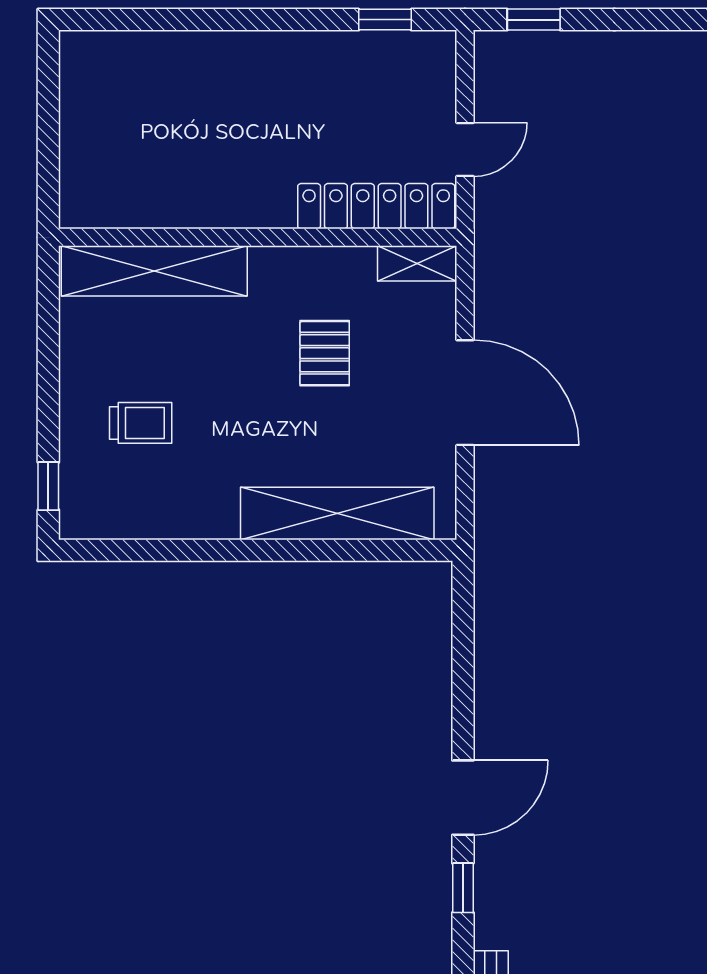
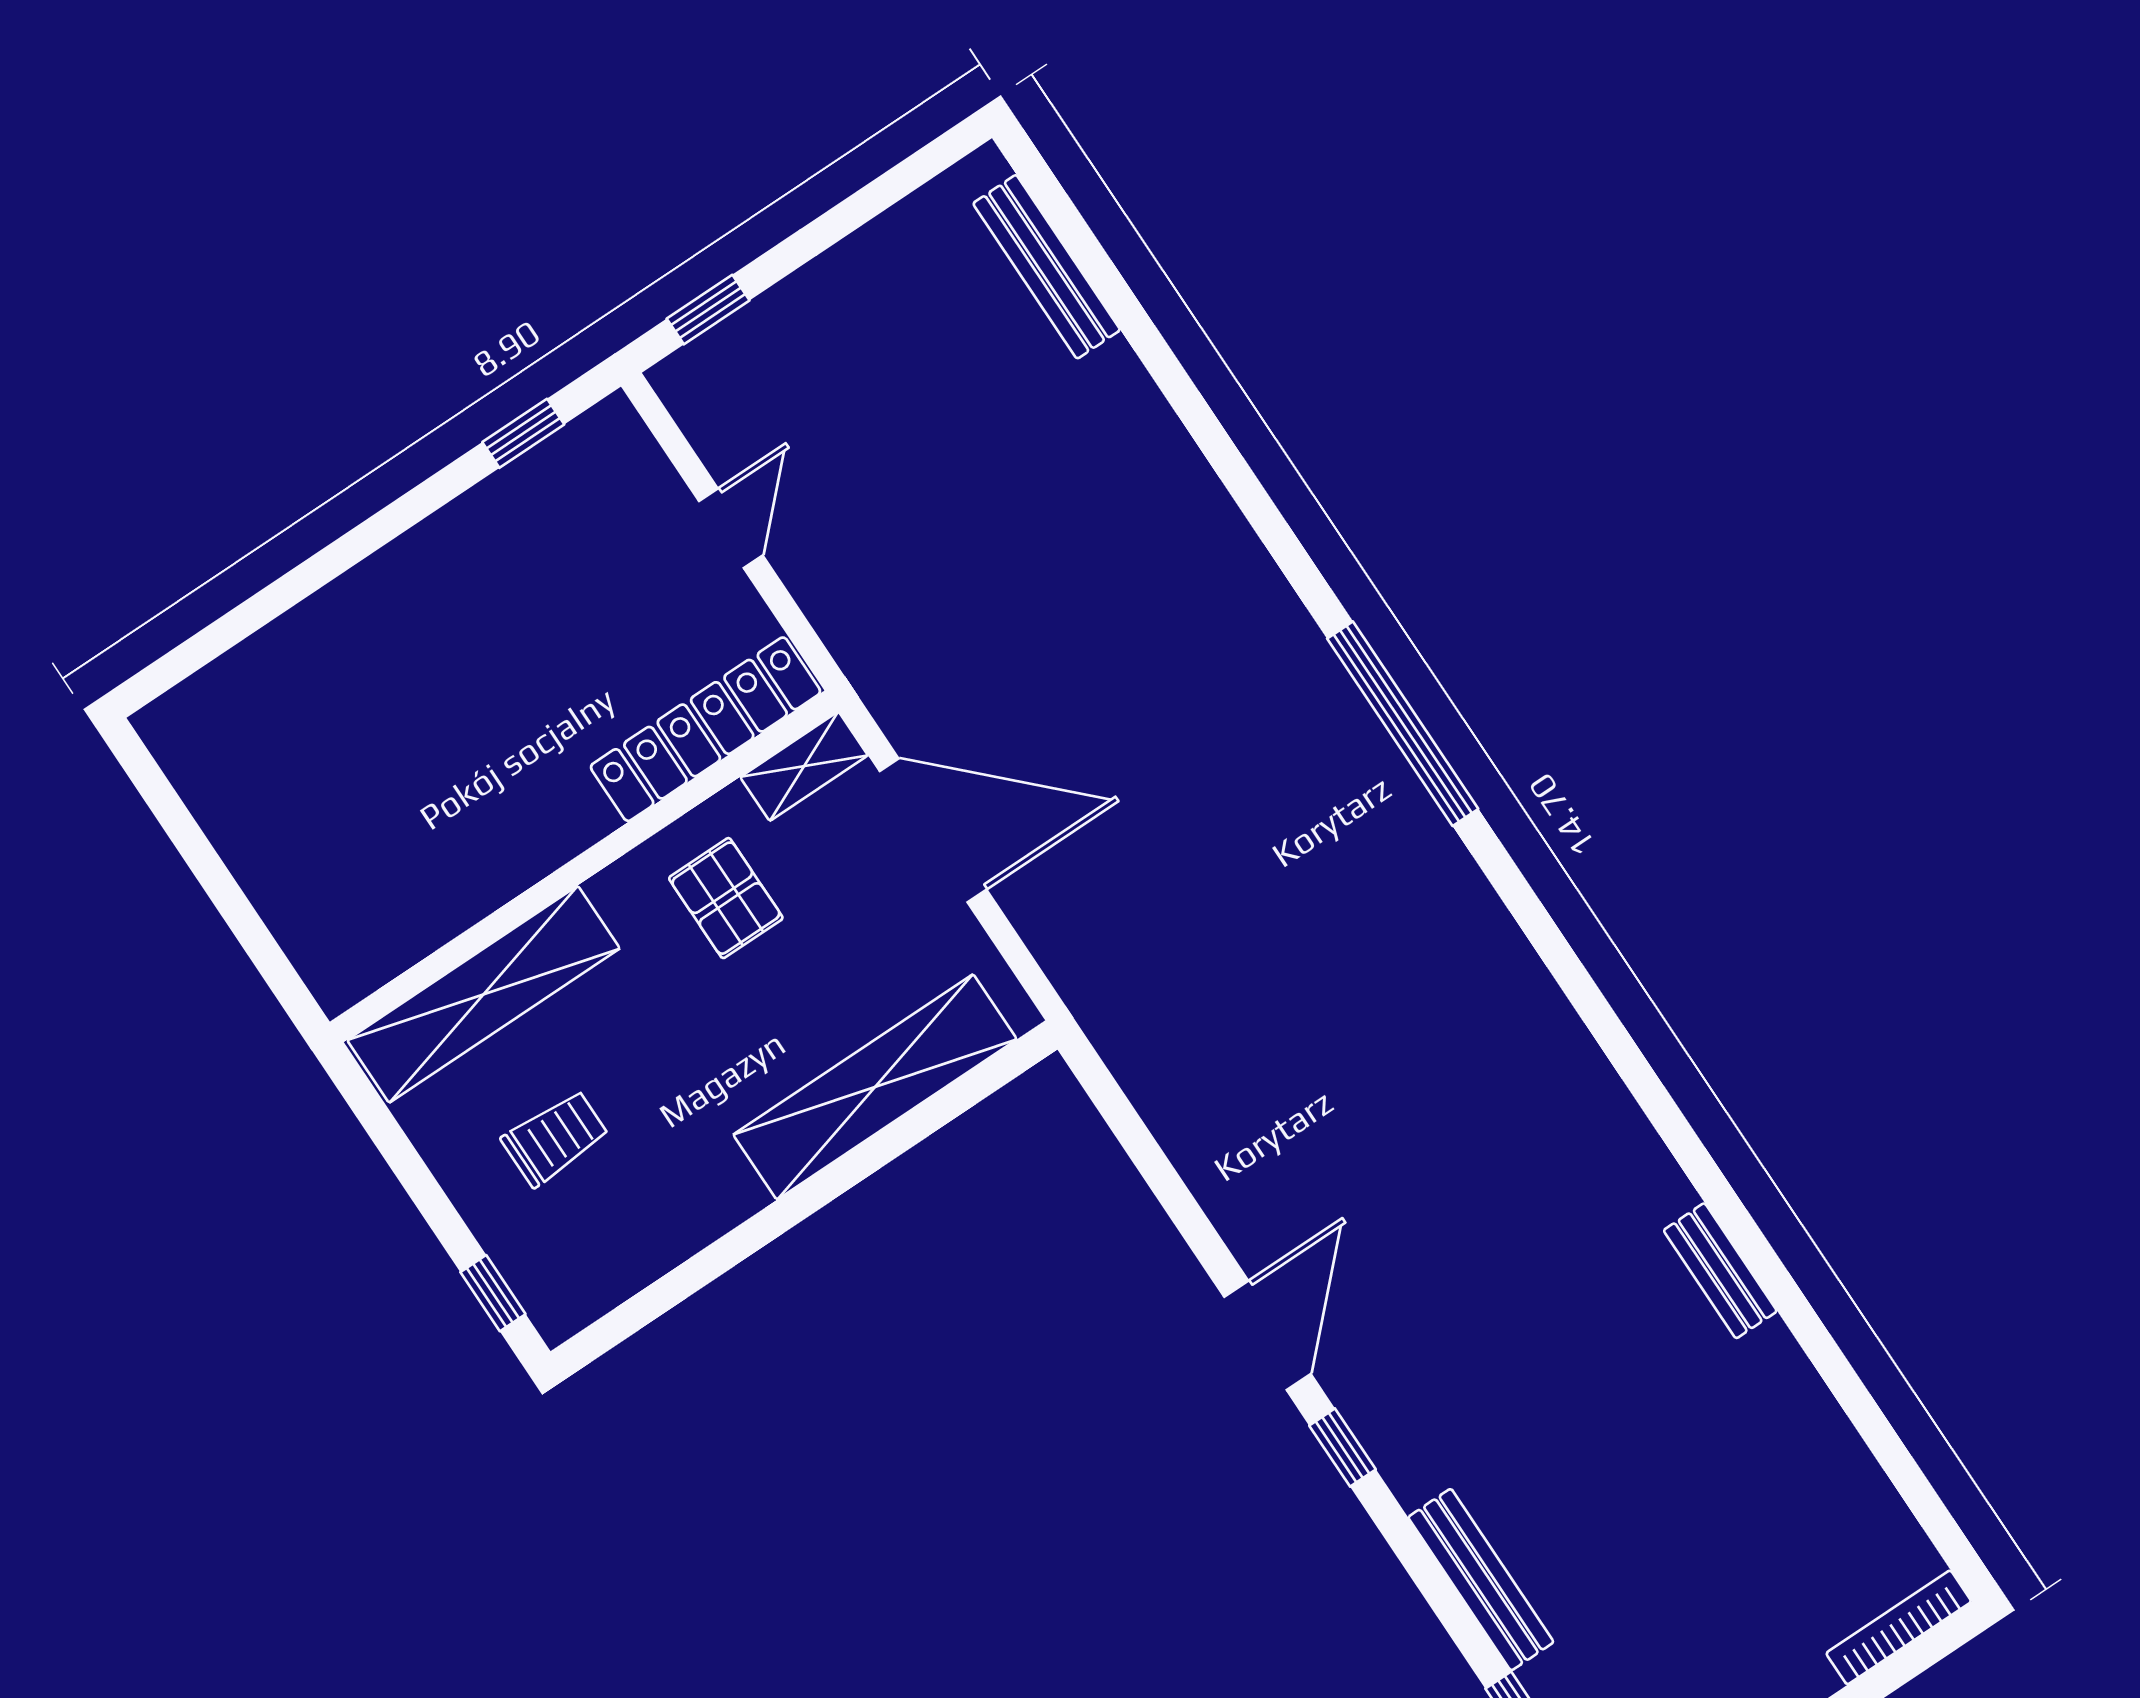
locker: (376, 206) -> (706, 729), moved
wall: (258, 237) -> (584, 866), moved
shelving: (417, 263) -> (804, 766), moved
shelving: (154, 271) -> (483, 994), moved

